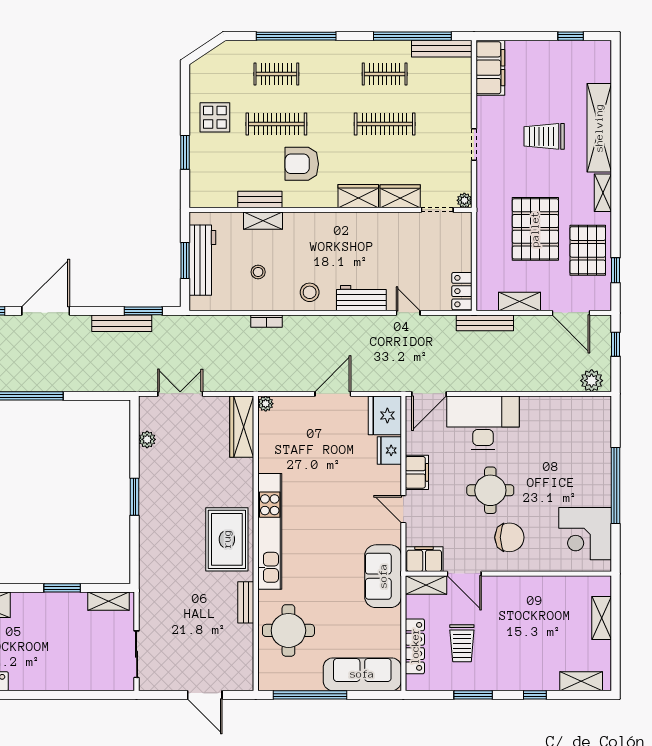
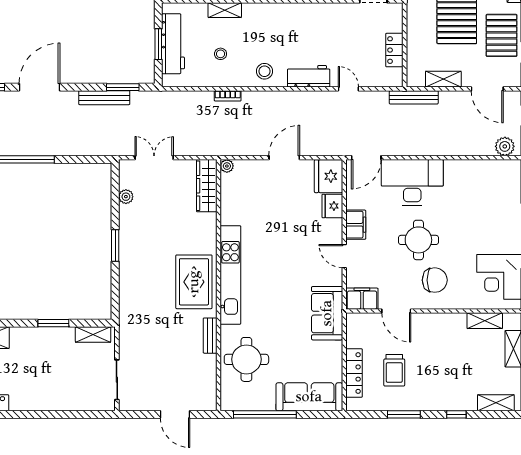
locker: (462, 291) -> (394, 50), moved
shelving: (426, 585) -> (485, 321), moved

